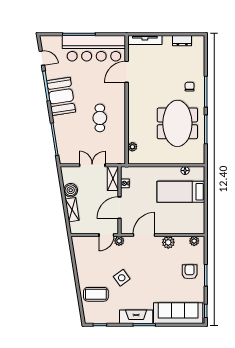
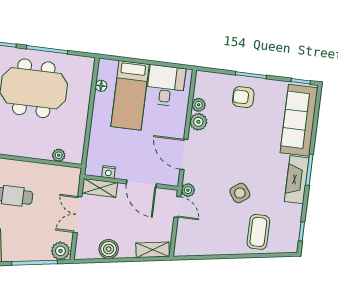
plant: (65, 156) -> (60, 251), added
shelving: (72, 210) -> (153, 250), moved
desk: (191, 216) -> (166, 86), added
plant: (194, 241) -> (199, 105), moved

